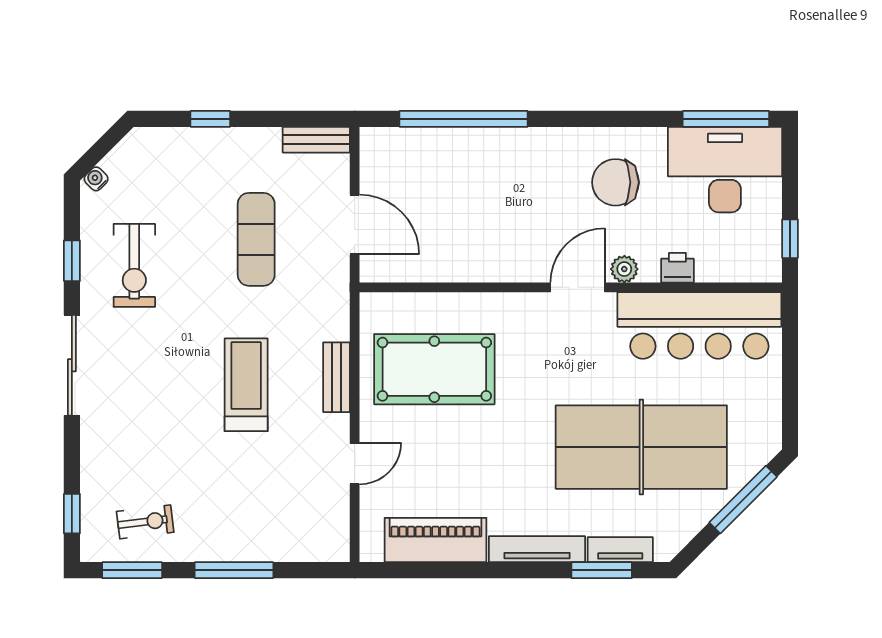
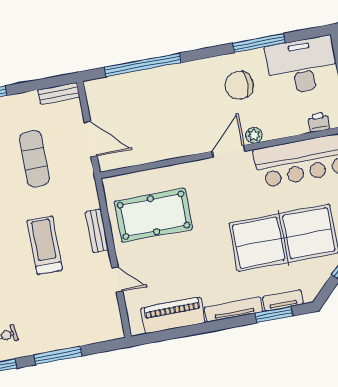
window: (726, 119) -> (259, 43), moved
printer: (677, 268) -> (319, 122), moved
door: (355, 463) -> (117, 279), hinge flipped

